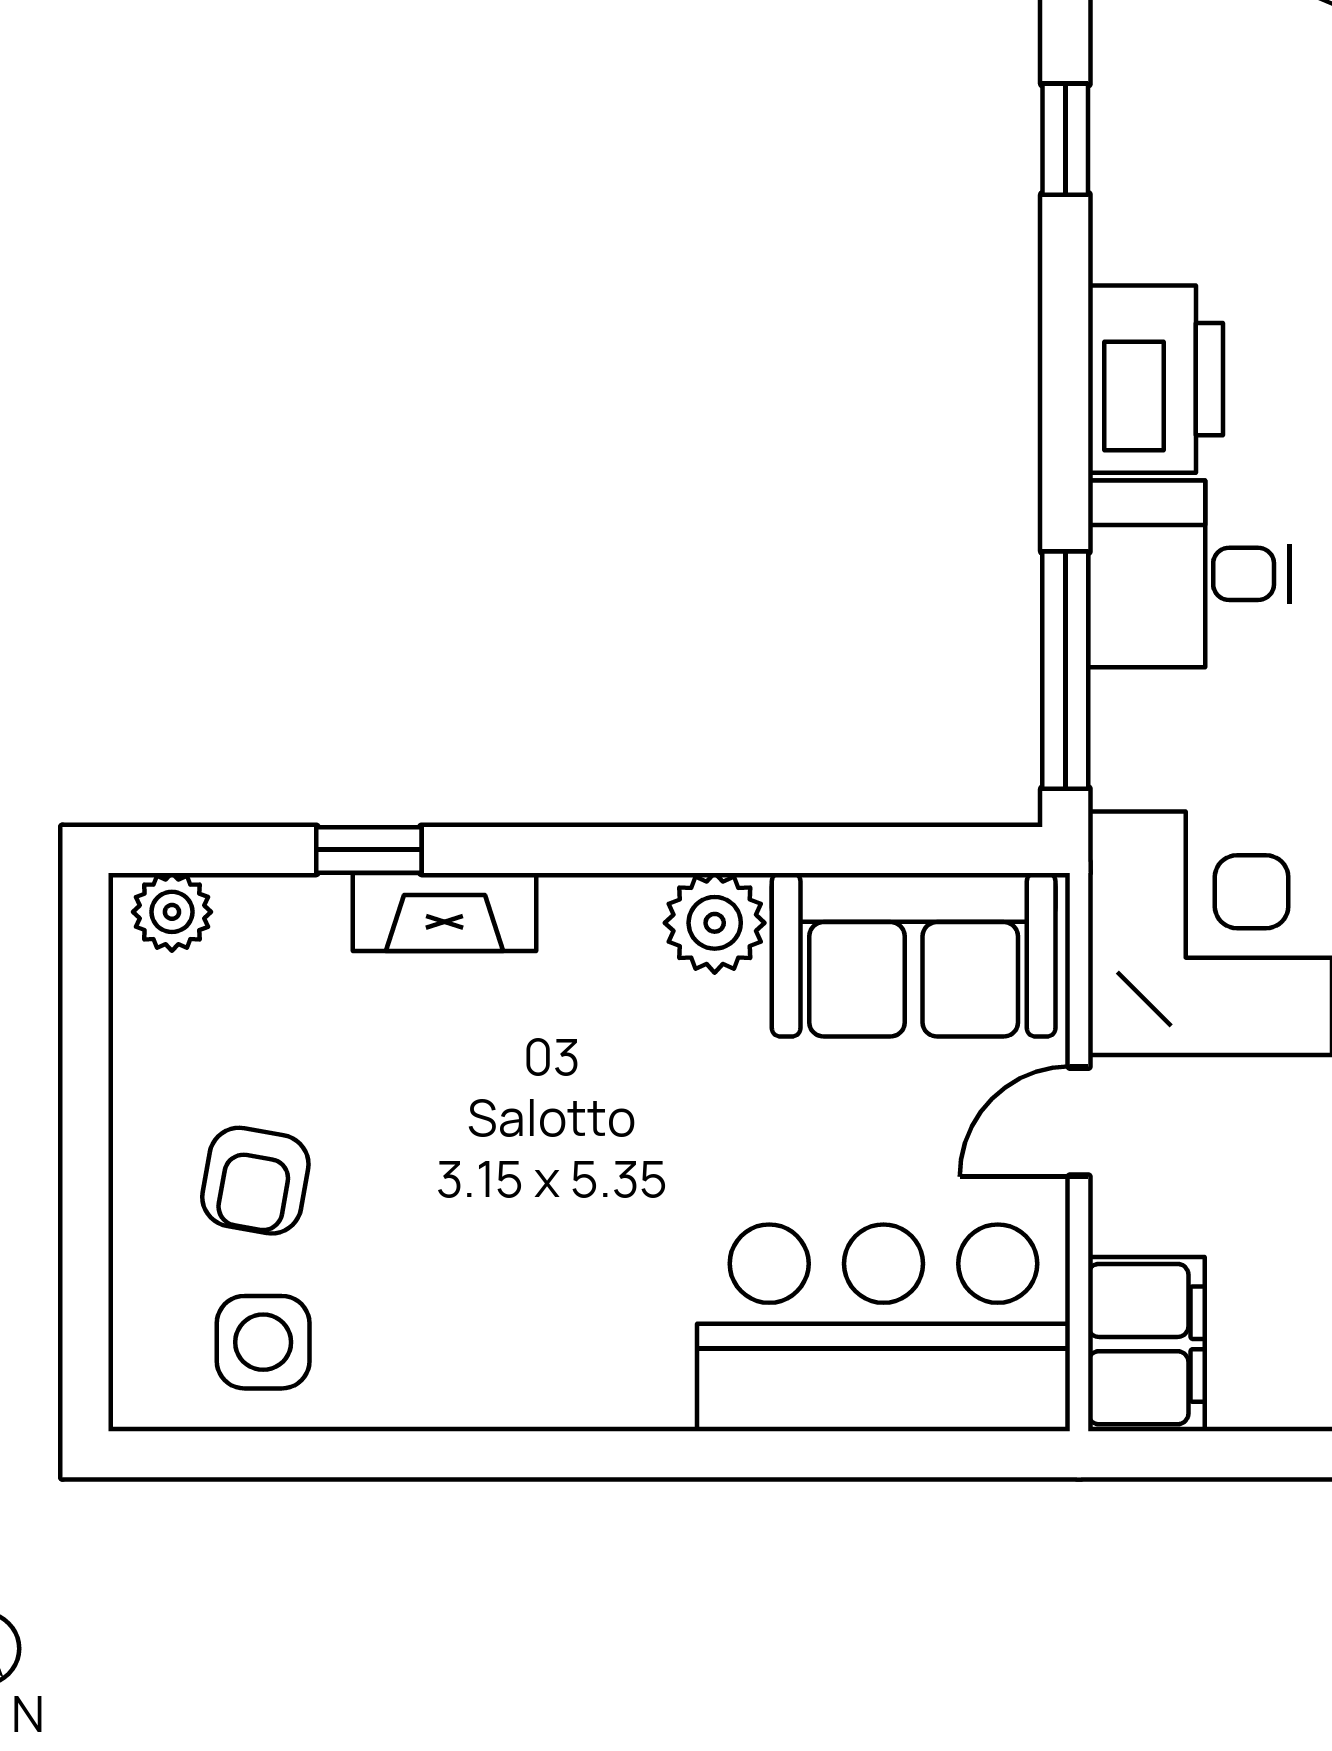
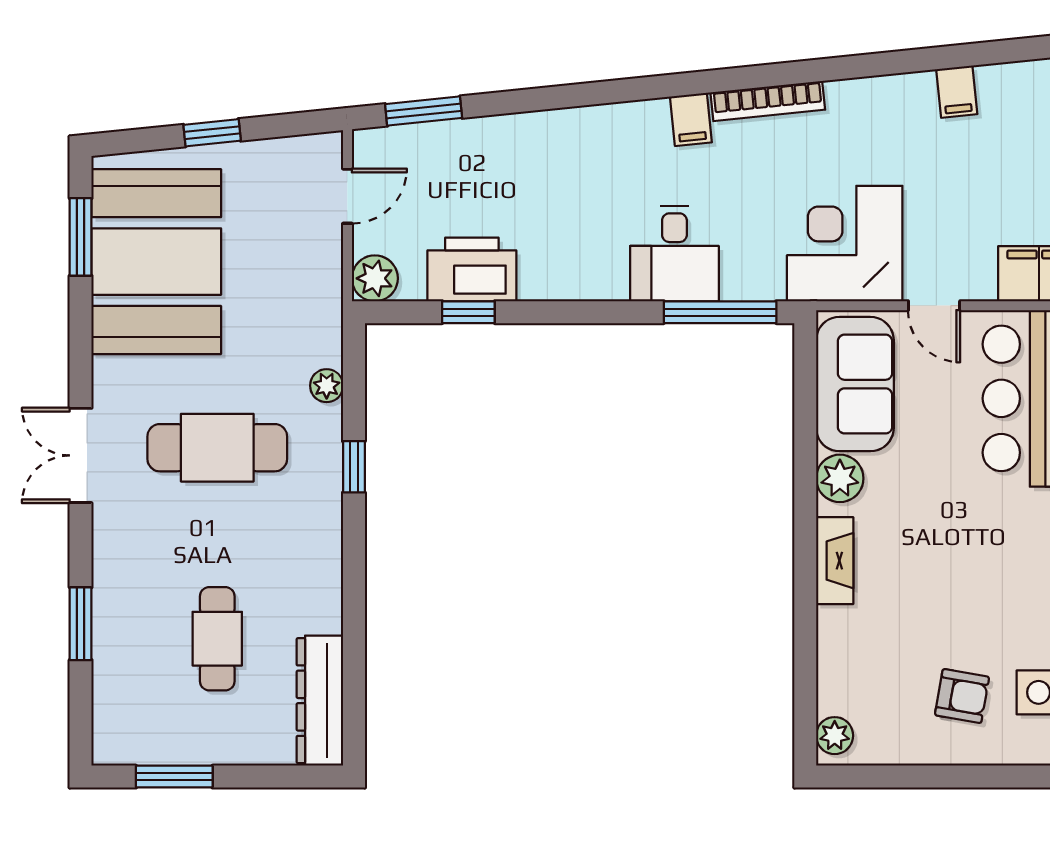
printer: (1156, 379) -> (472, 269), moved
window: (369, 850) -> (805, 642), removed
fireplace: (445, 912) -> (835, 561), moved

